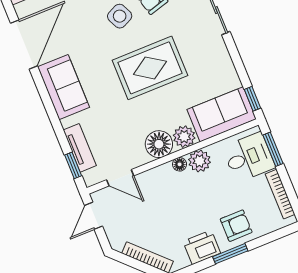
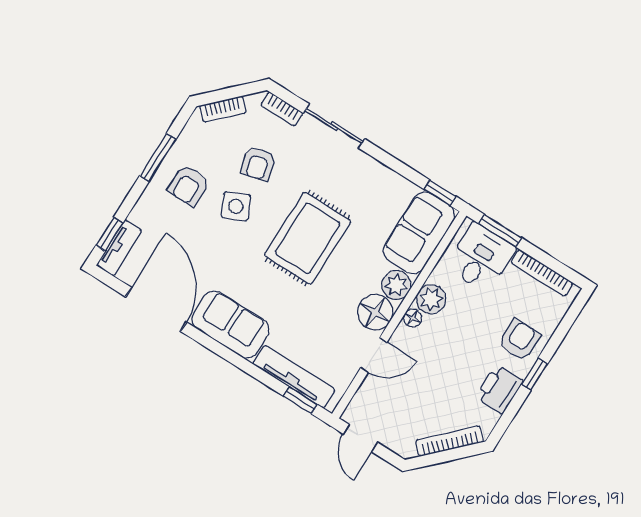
tv unit: (80, 148) -> (294, 377), width x1.41
door: (120, 178) -> (374, 355), moved
window: (230, 254) -> (534, 374), width x0.67

